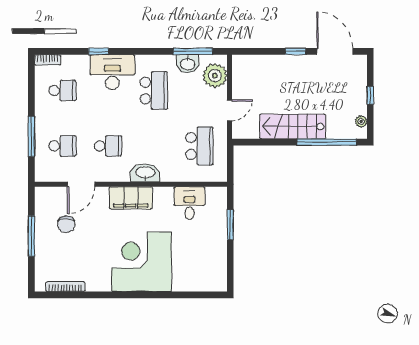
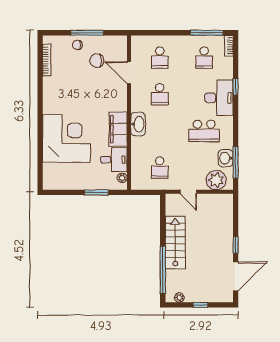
window: (31, 136) -> (207, 33), moved
school desk: (199, 146) -> (160, 168), width x0.54
plant: (212, 193) -> (122, 178), added
filing cabinet: (131, 198) -> (118, 129), moved
chair: (47, 248) -> (77, 45), added
corner desk: (141, 262) -> (67, 139), moved

